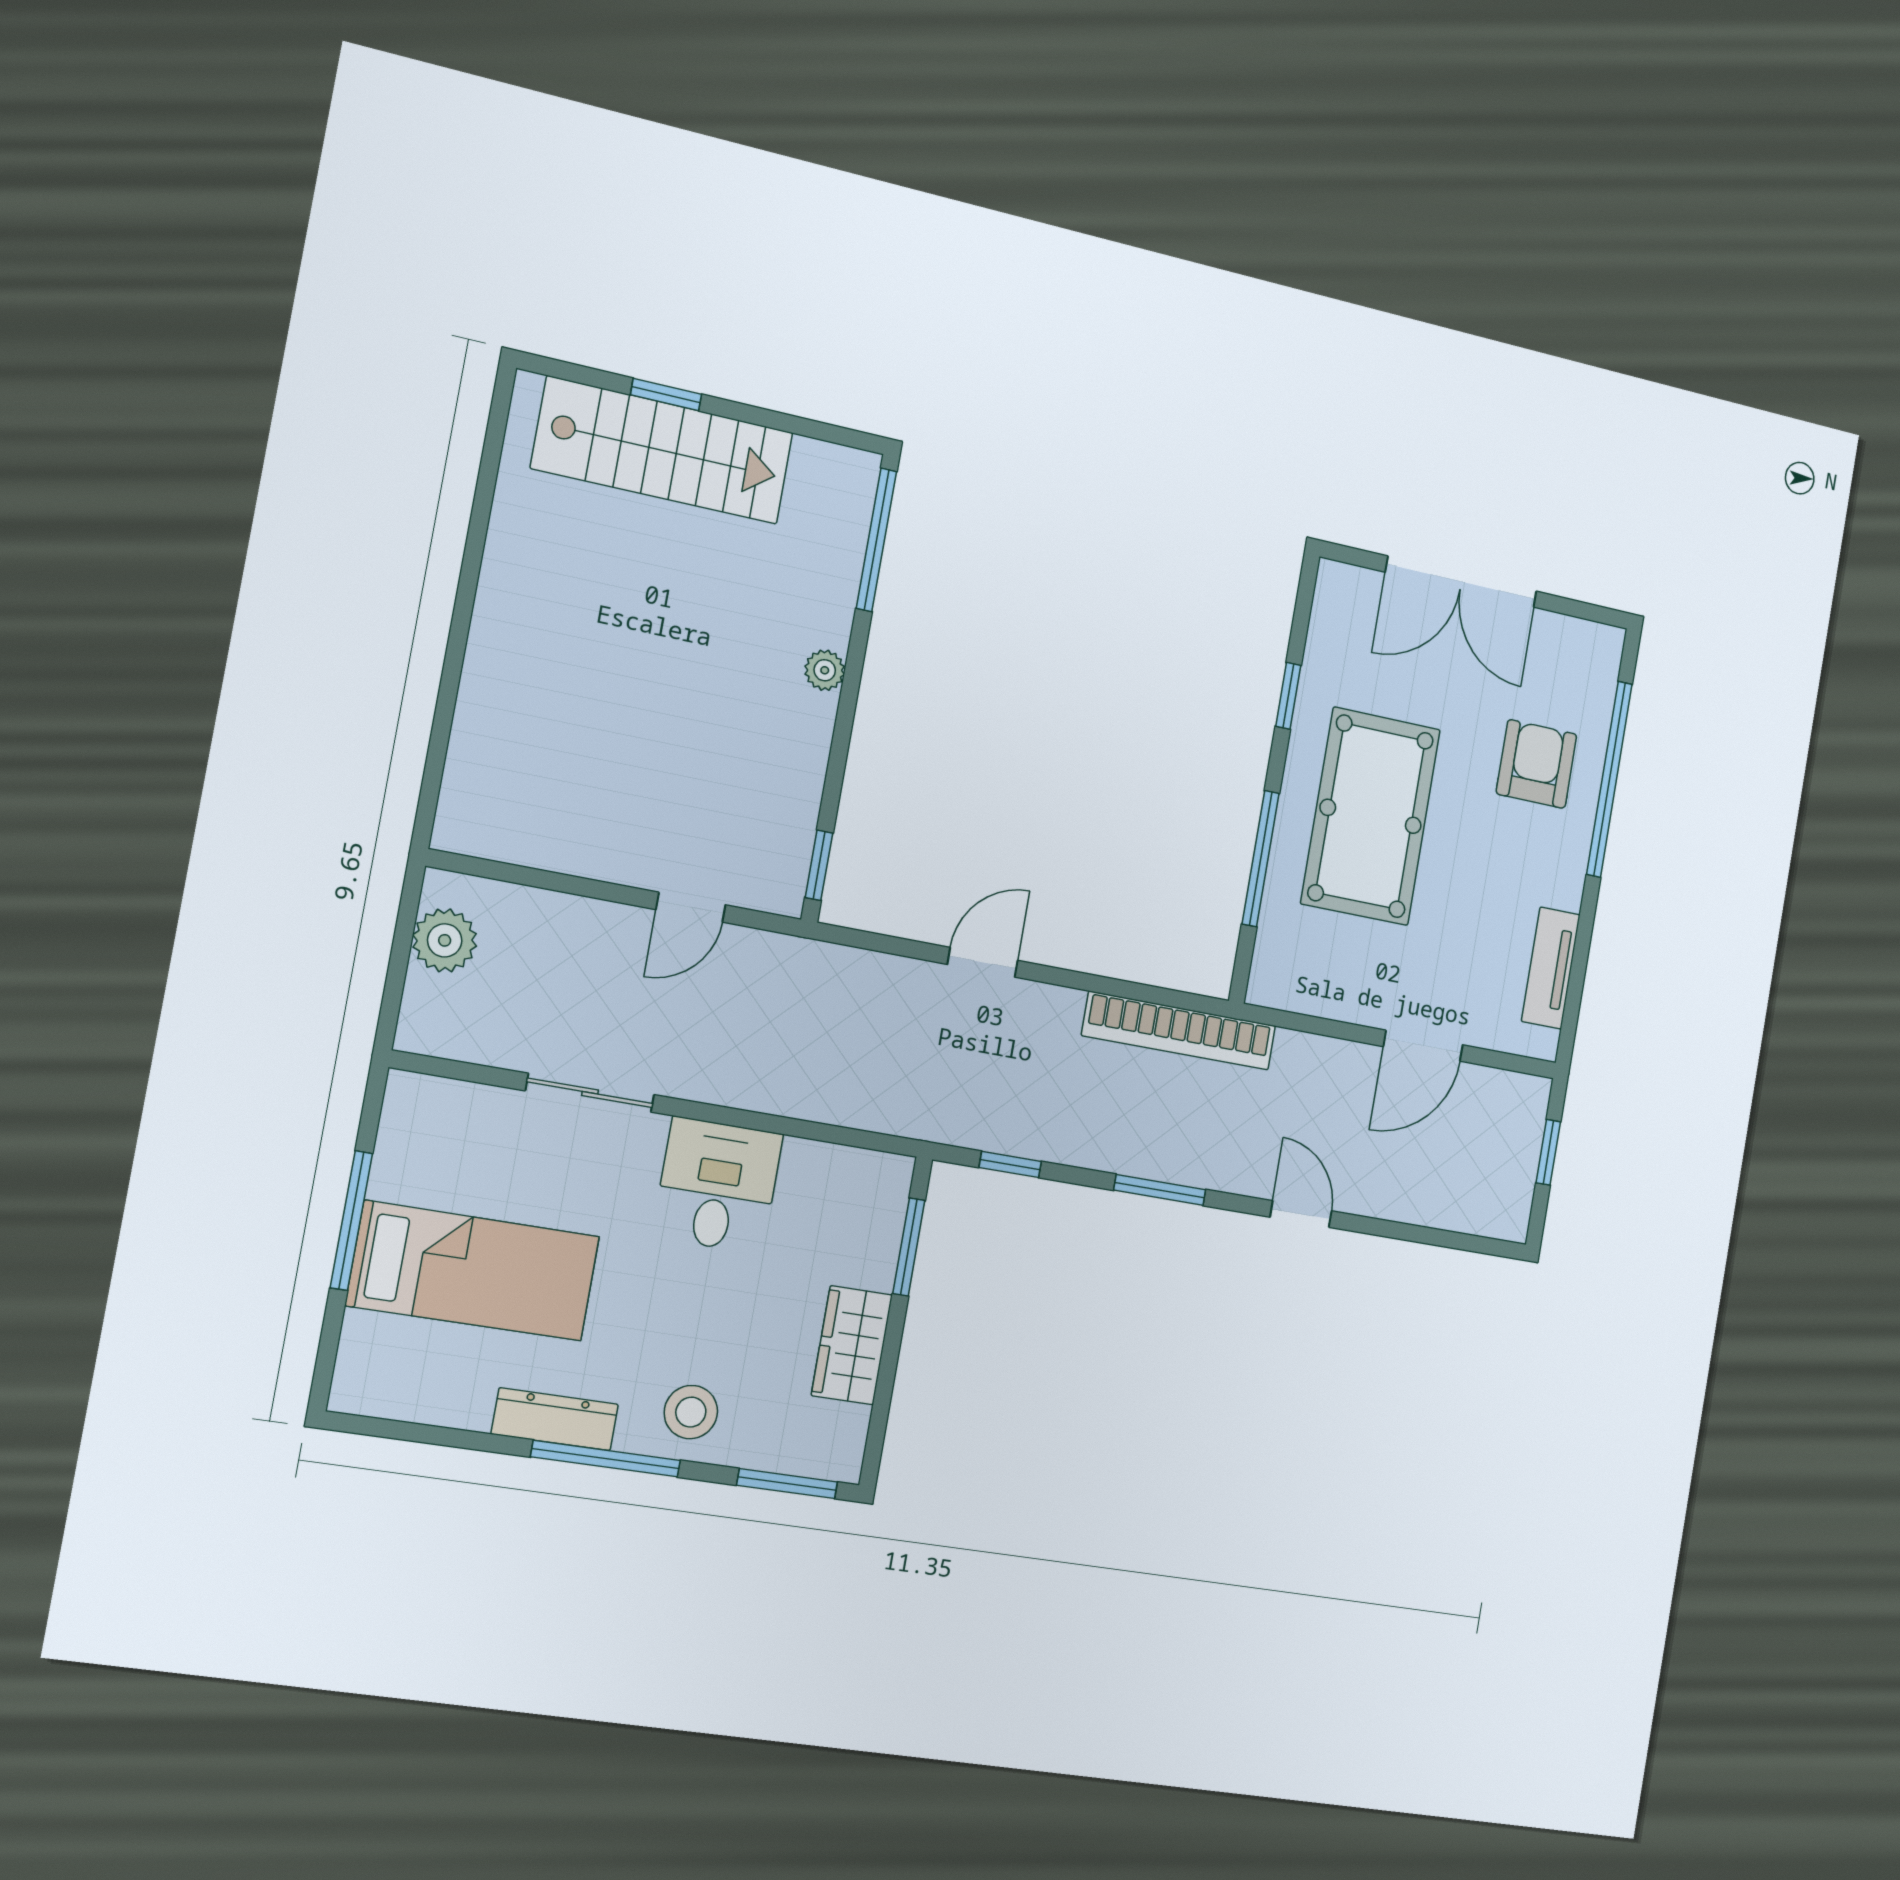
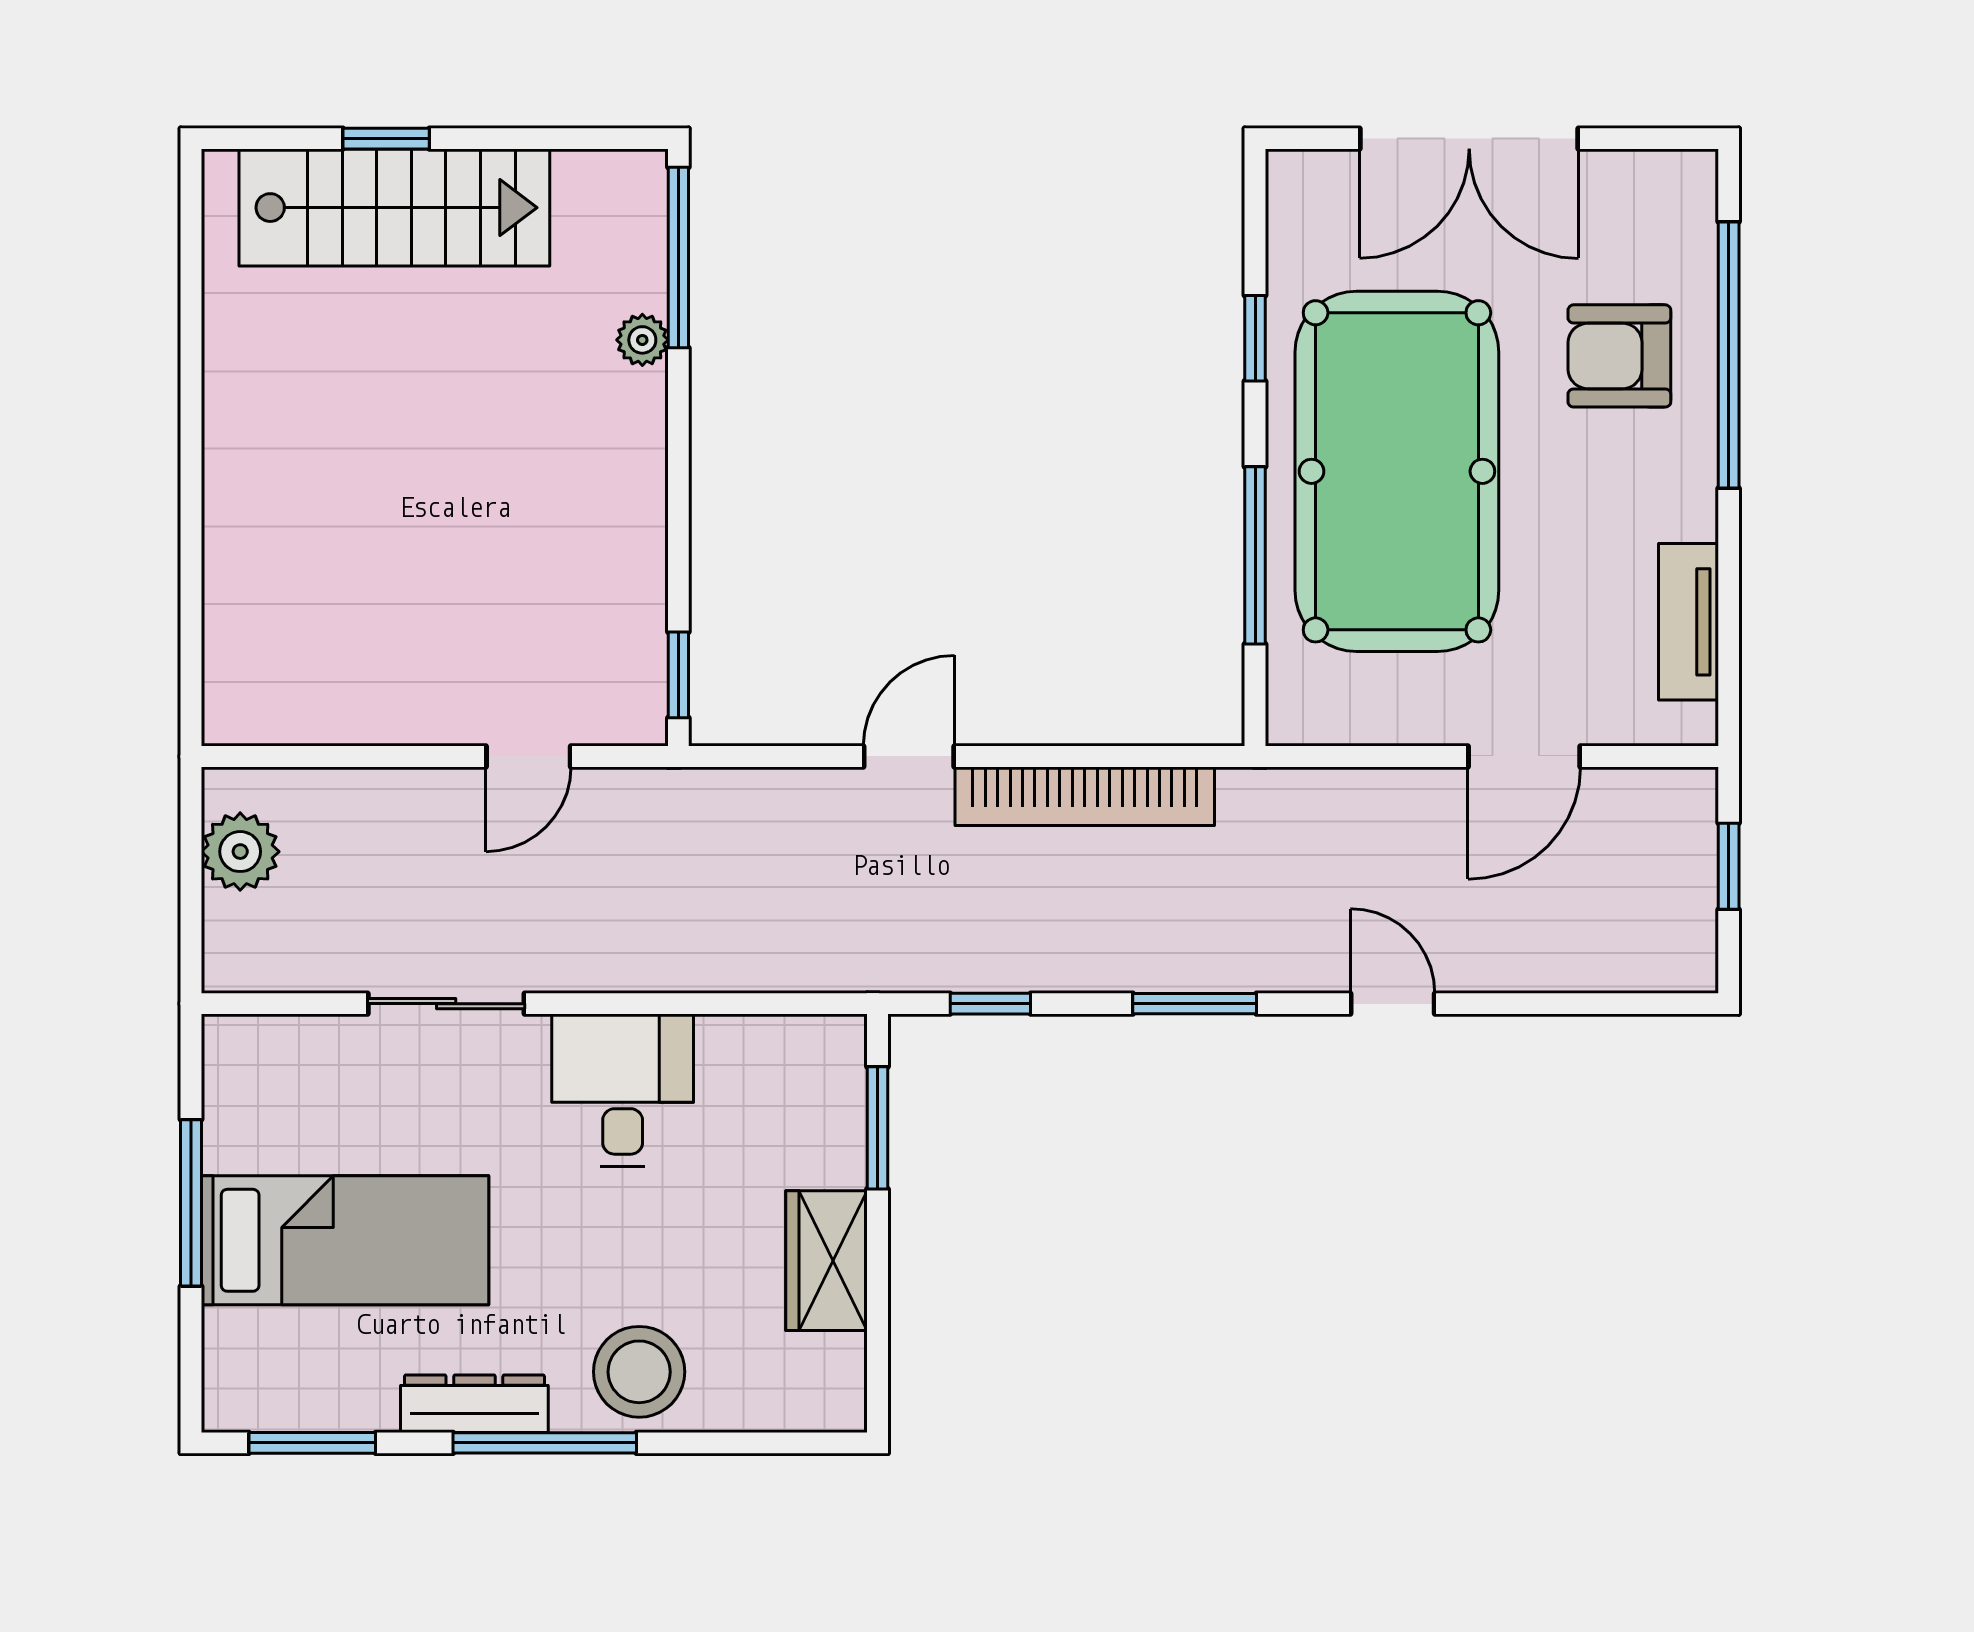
plant: (825, 670) -> (642, 340), moved
armchair: (1536, 764) -> (1619, 356), turned -90
pool table: (1371, 816) -> (1397, 471), width x1.36, depth x1.32
bookcase: (1179, 1031) -> (1085, 796), moved
stool: (691, 1412) -> (639, 1372), width x1.38, depth x1.38
window: (787, 1484) -> (312, 1443), moved

